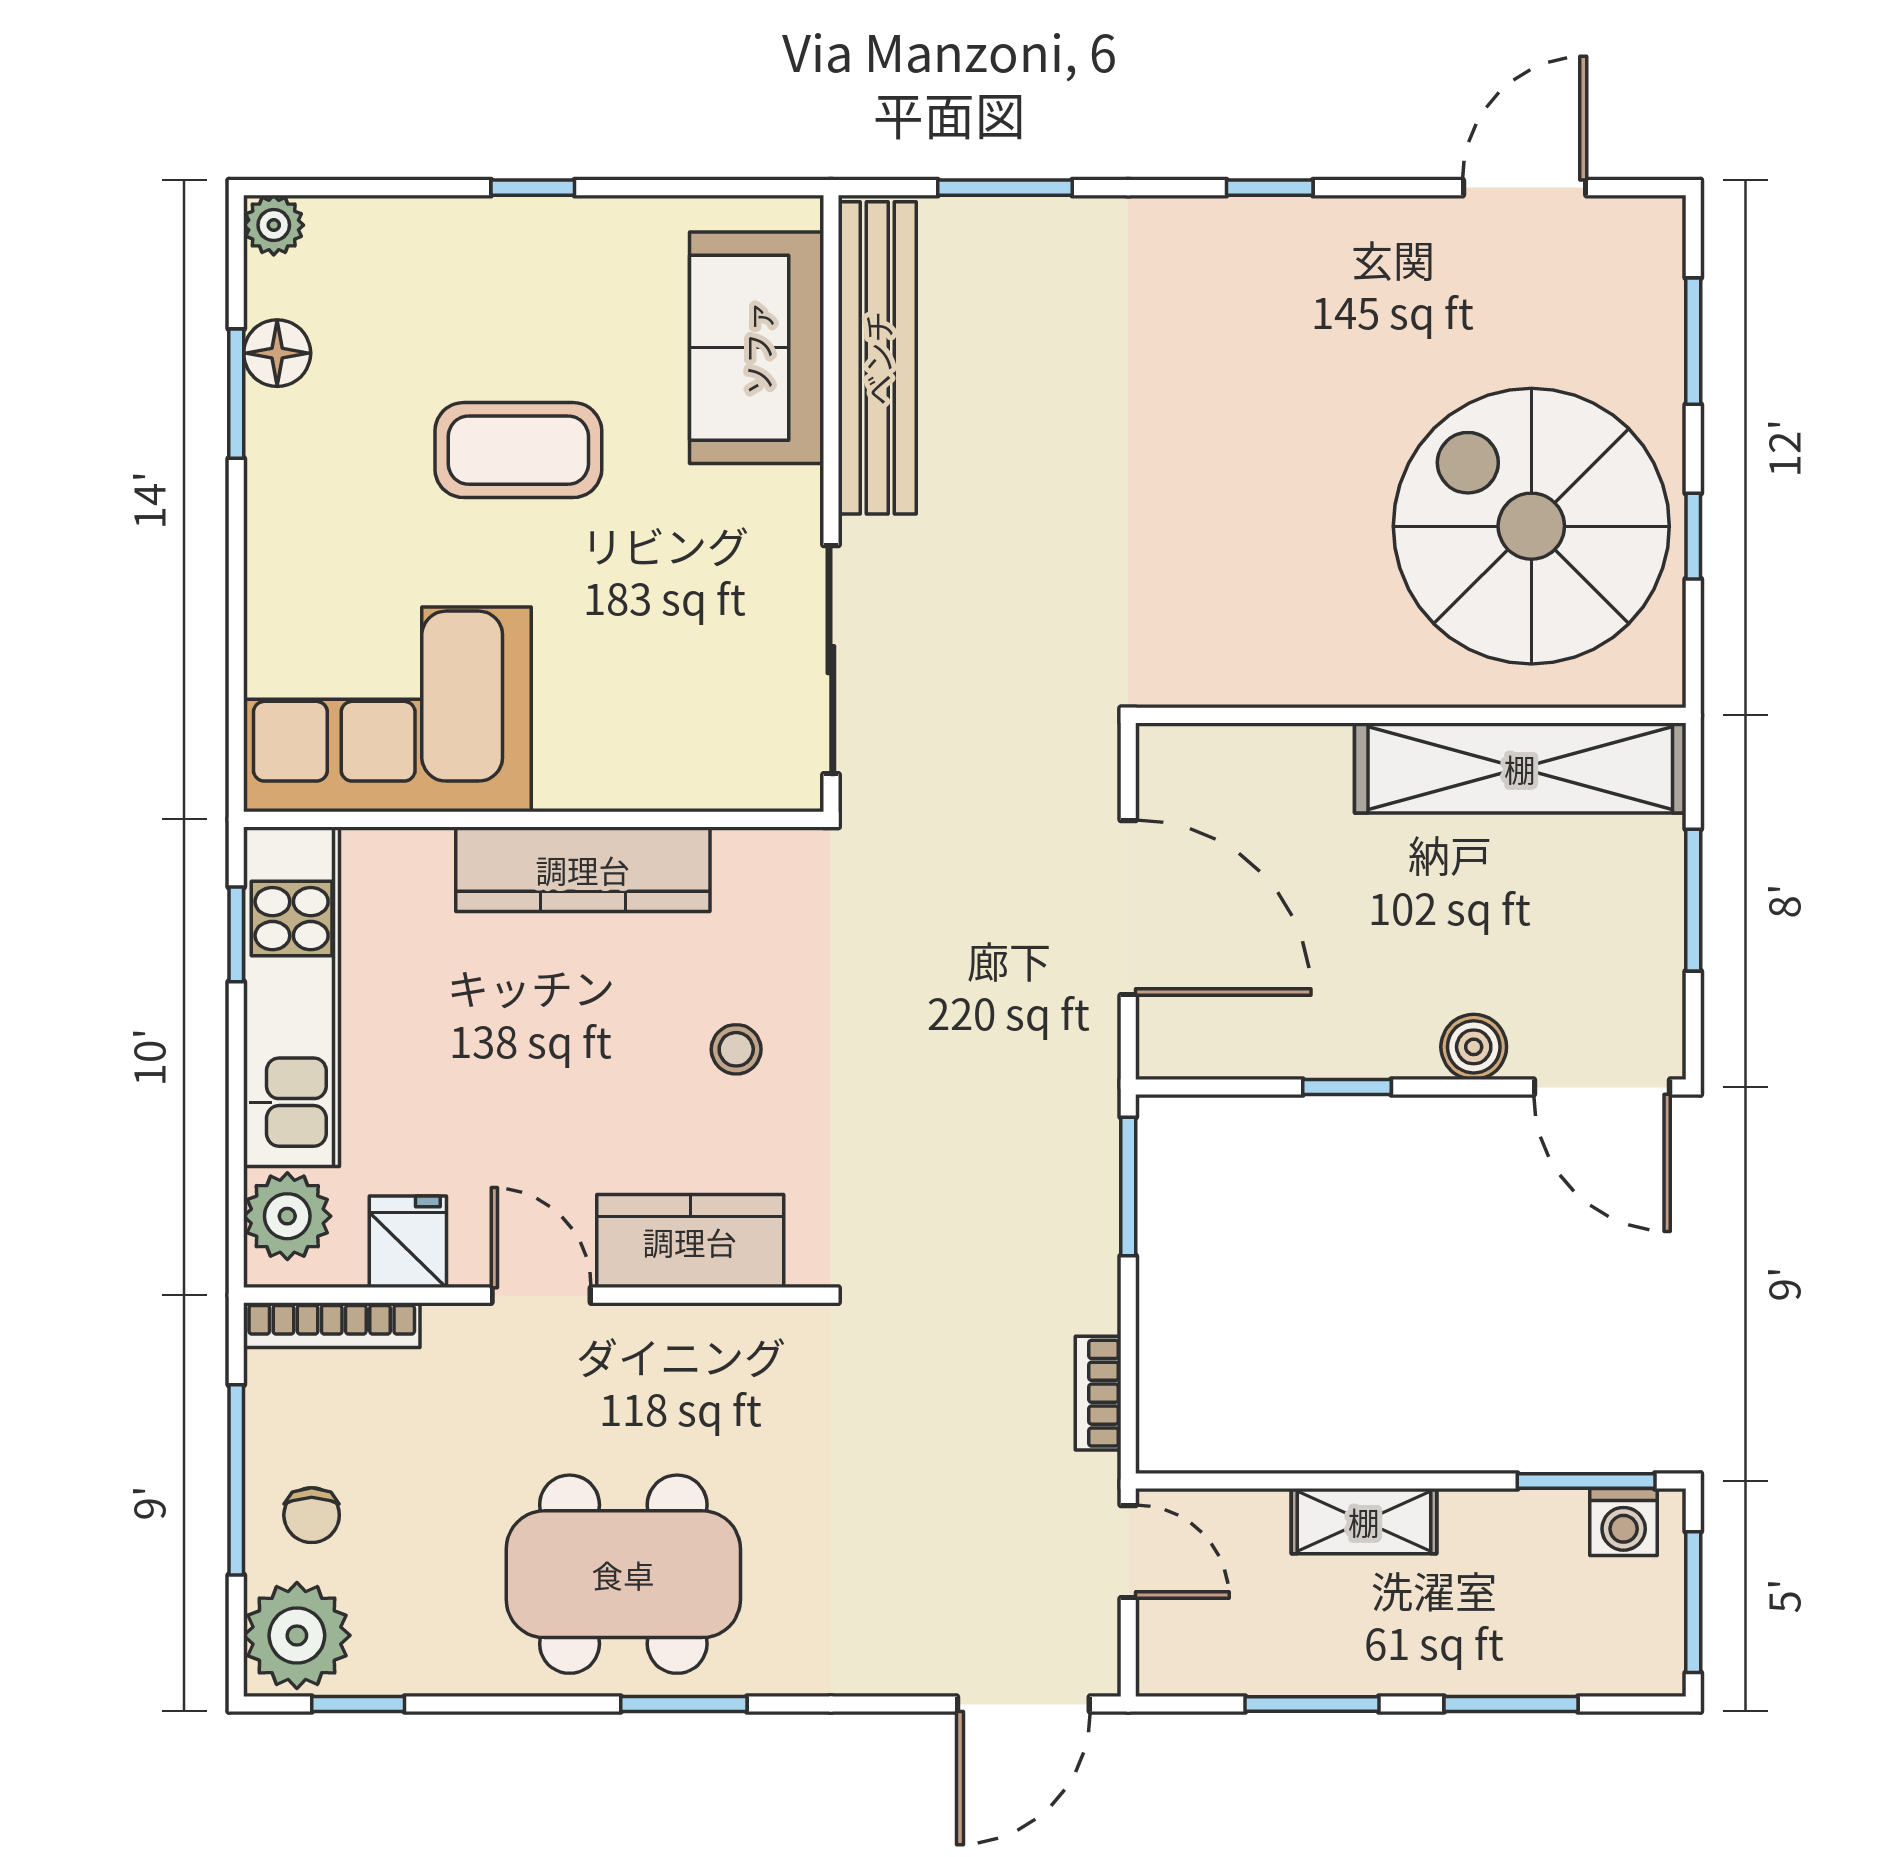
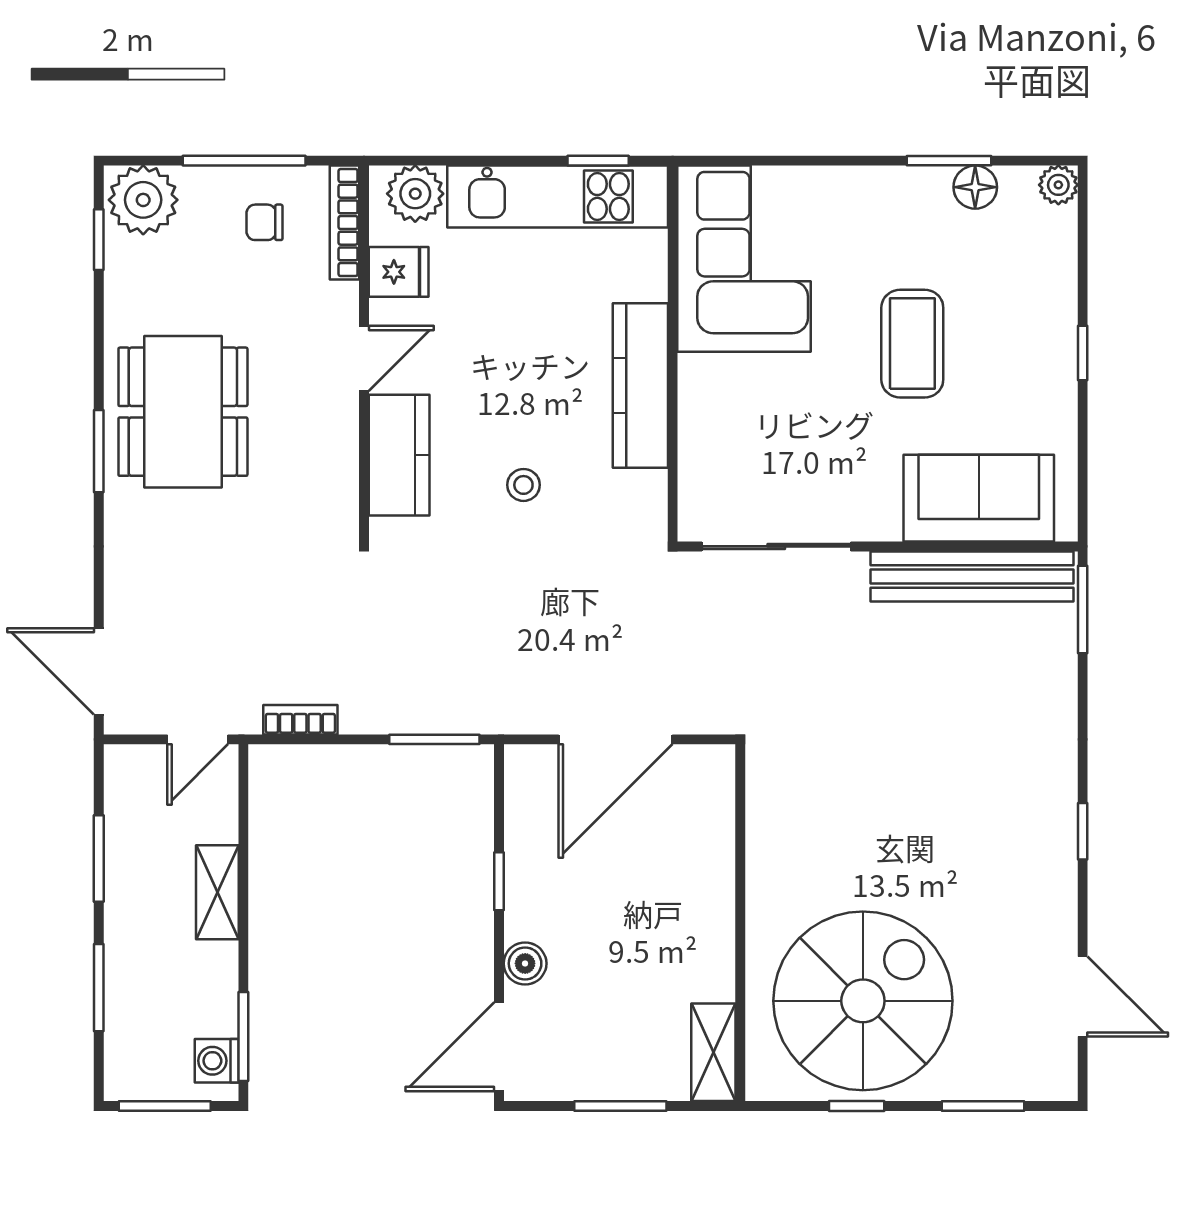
window: (1005, 188) -> (1083, 609), moved
shelving: (1520, 768) -> (713, 1052), width x0.45, depth x0.75
chair: (312, 1515) -> (265, 222), moved

